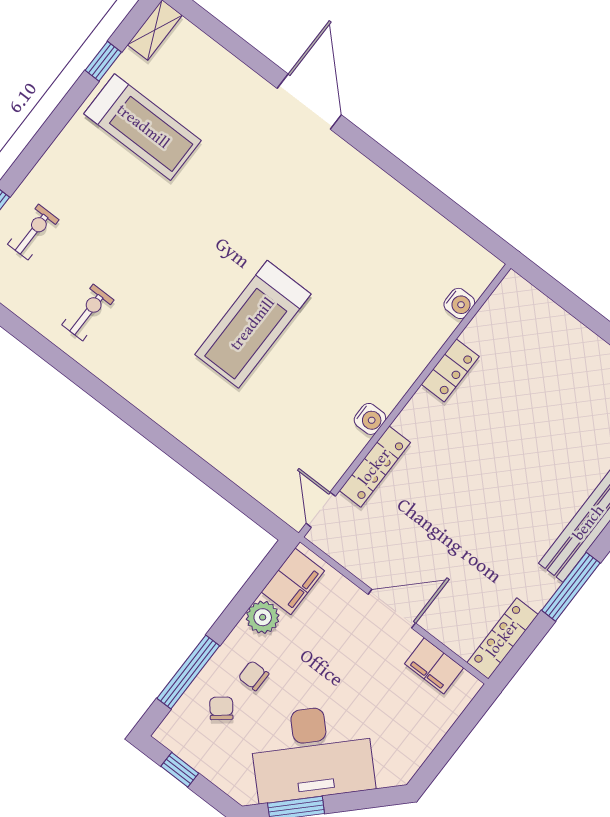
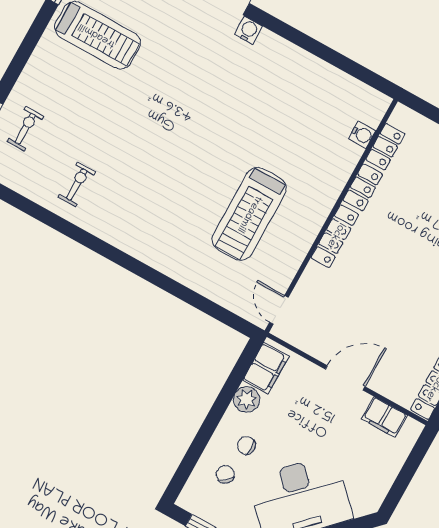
locker: (486, 323) -> (385, 147), added
treadmill: (253, 324) -> (249, 214), moved
water cooler: (370, 419) -> (249, 30), moved, turned -90
locker: (375, 467) -> (335, 236), moved
window: (188, 672) -> (196, 450), removed

